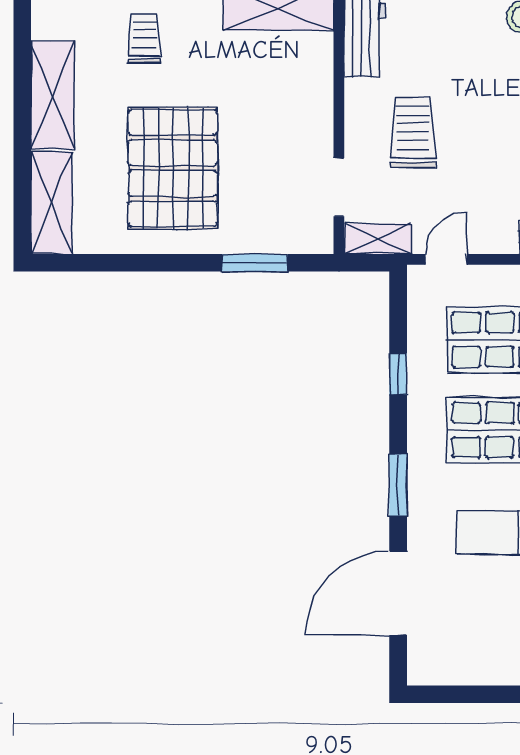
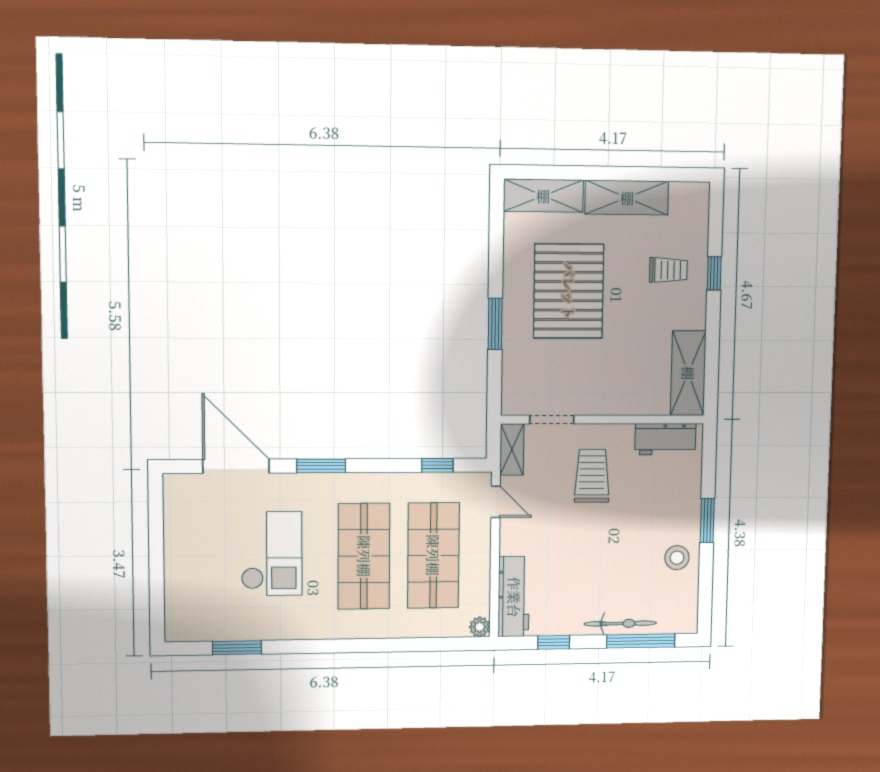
trolley: (413, 133) -> (592, 476), turned -90
pallet: (173, 168) -> (569, 291), turned 90
window: (255, 263) -> (495, 324), moved
window: (398, 374) -> (437, 465), moved

